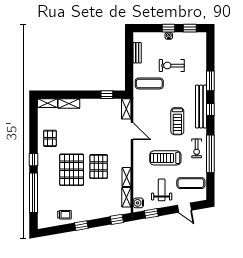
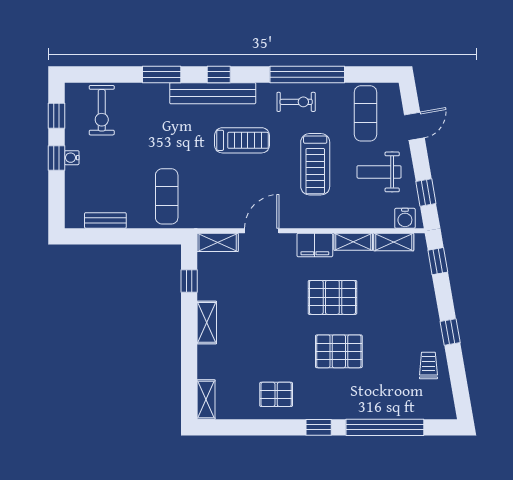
exercise bike: (172, 66) -> (102, 110), moved
shelving: (69, 104) -> (207, 322), moved
filing cabinet: (125, 158) -> (315, 245), added
pallet: (72, 170) -> (339, 351), width x0.73, depth x0.71

